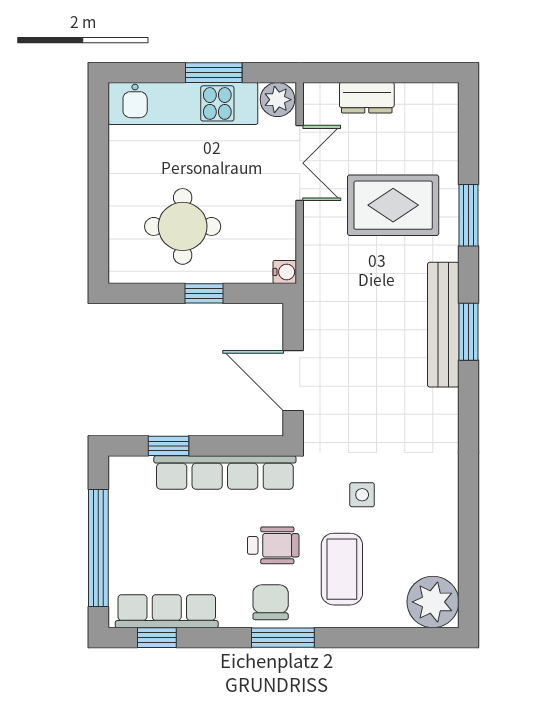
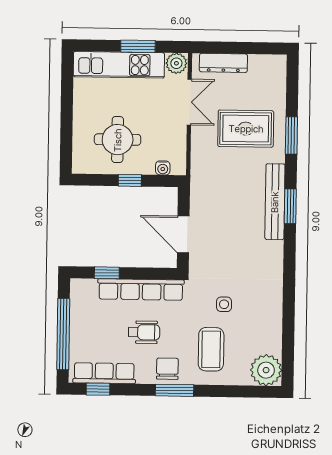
dresser: (367, 98) -> (223, 63), width x1.44
water cooler: (285, 272) -> (163, 168), moved, turned 90
wheelchair: (273, 545) -> (144, 332), moved

